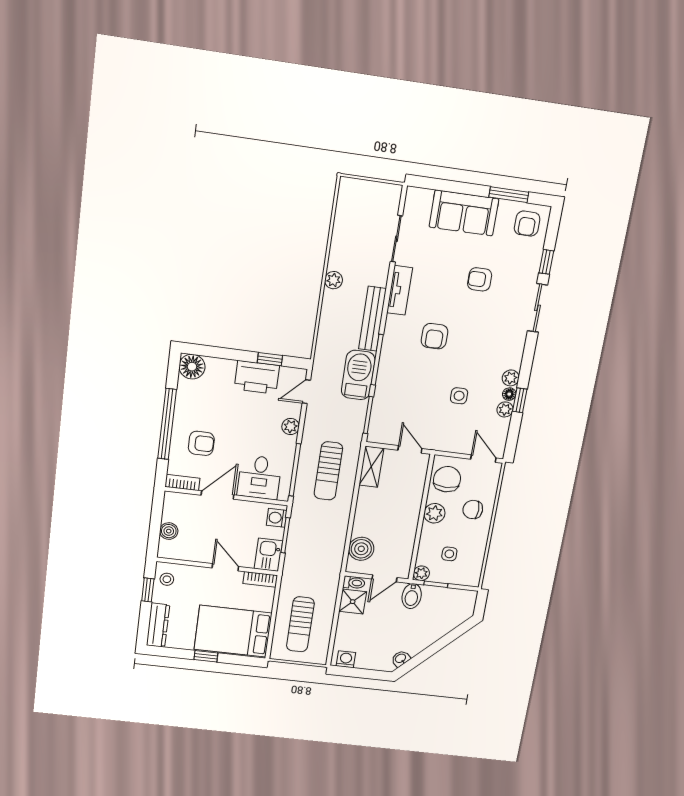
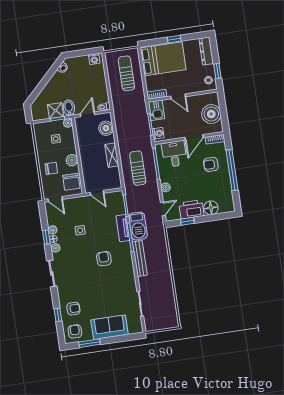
armchair: (480, 279) -> (73, 309), moved
plant: (334, 280) -> (166, 273), removed
tv unit: (400, 290) -> (123, 228), moved
sliding door: (537, 308) -> (52, 274), moved
floor lamp: (192, 367) -> (211, 208), moved
shelving: (371, 467) -> (112, 155), moved
boiler: (169, 531) -> (211, 114), width x1.86, depth x1.86
shower: (353, 602) -> (56, 111), moved

